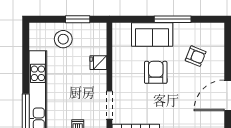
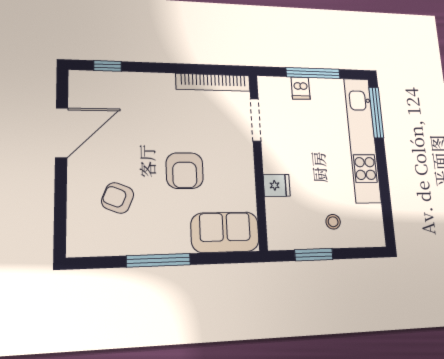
sofa: (152, 34) -> (225, 232), moved
stool: (63, 39) -> (333, 222), width x0.53, depth x0.53

